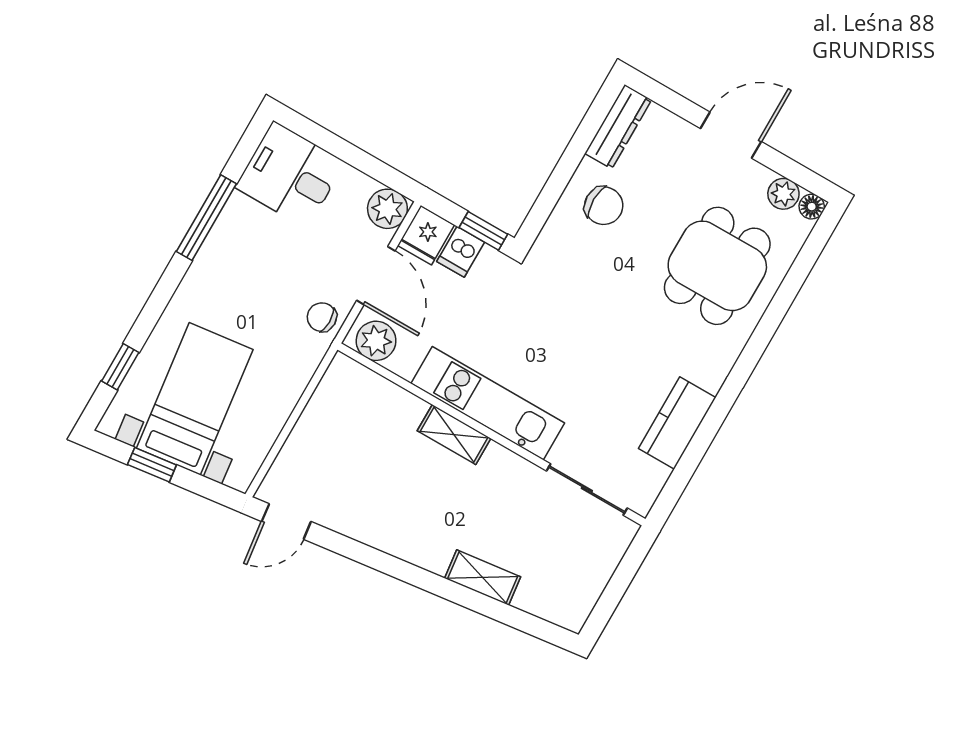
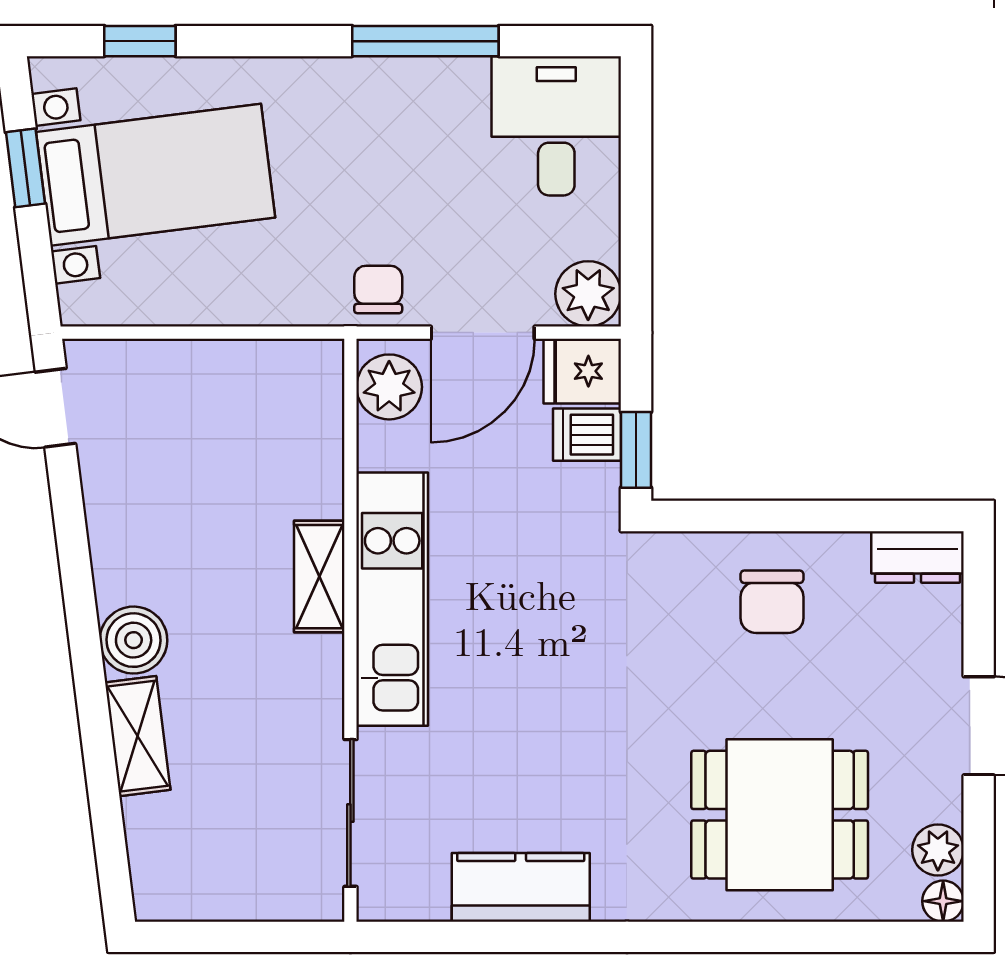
dresser: (618, 127) -> (917, 557), width x0.70
boiler: (431, 551) -> (134, 640), added

